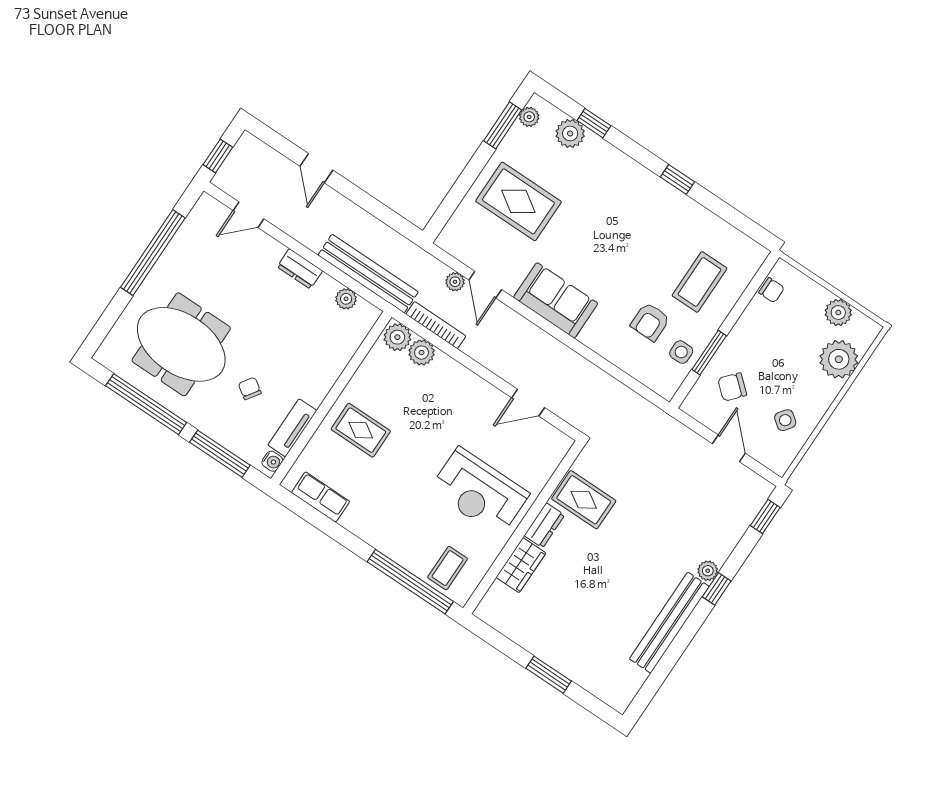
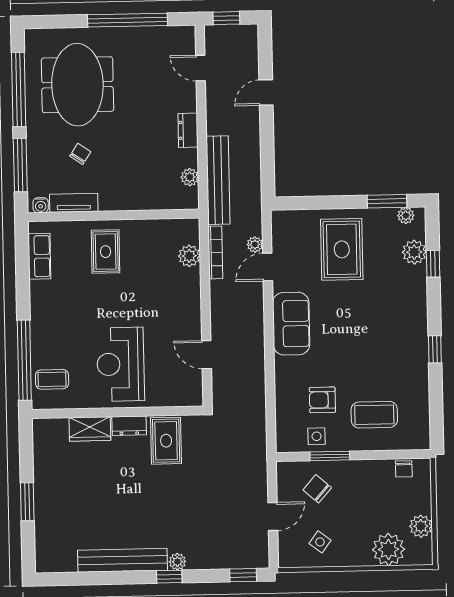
plant: (397, 337) -> (188, 232), removed

